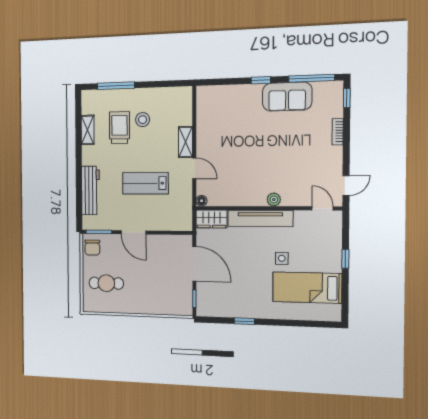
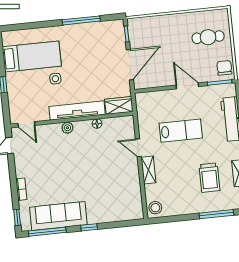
sofa: (287, 97) -> (58, 216), width x1.36
stool: (143, 120) -> (155, 208), moved
floor lamp: (202, 201) -> (97, 124), moved
door: (194, 264) -> (130, 65), swing flipped
window: (244, 321) -> (81, 20), width x2.17

